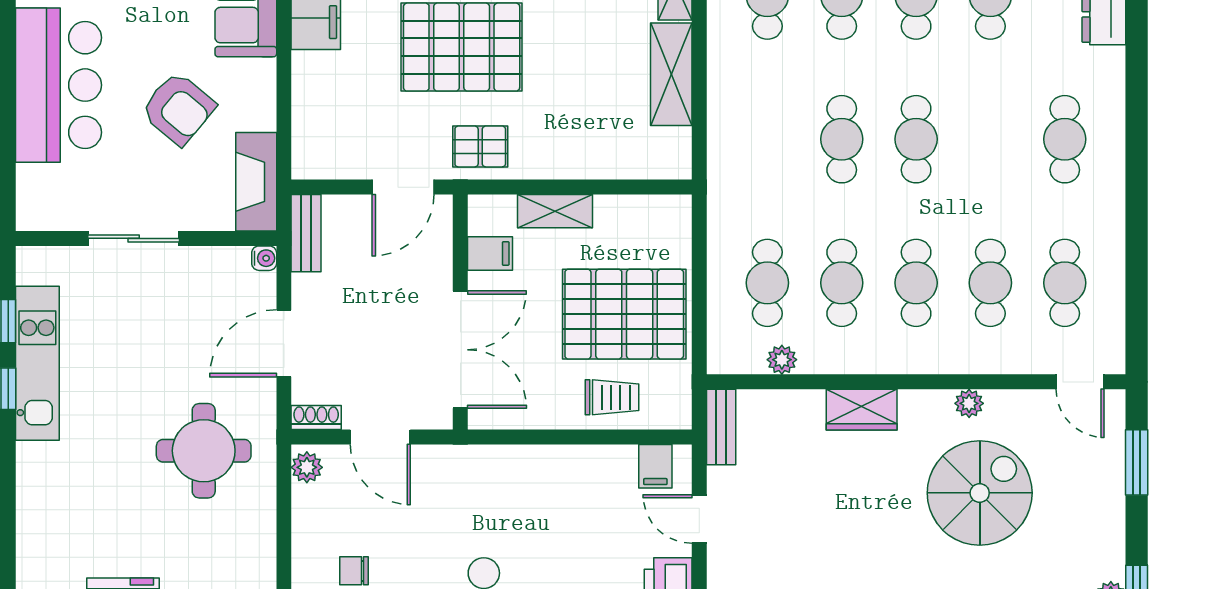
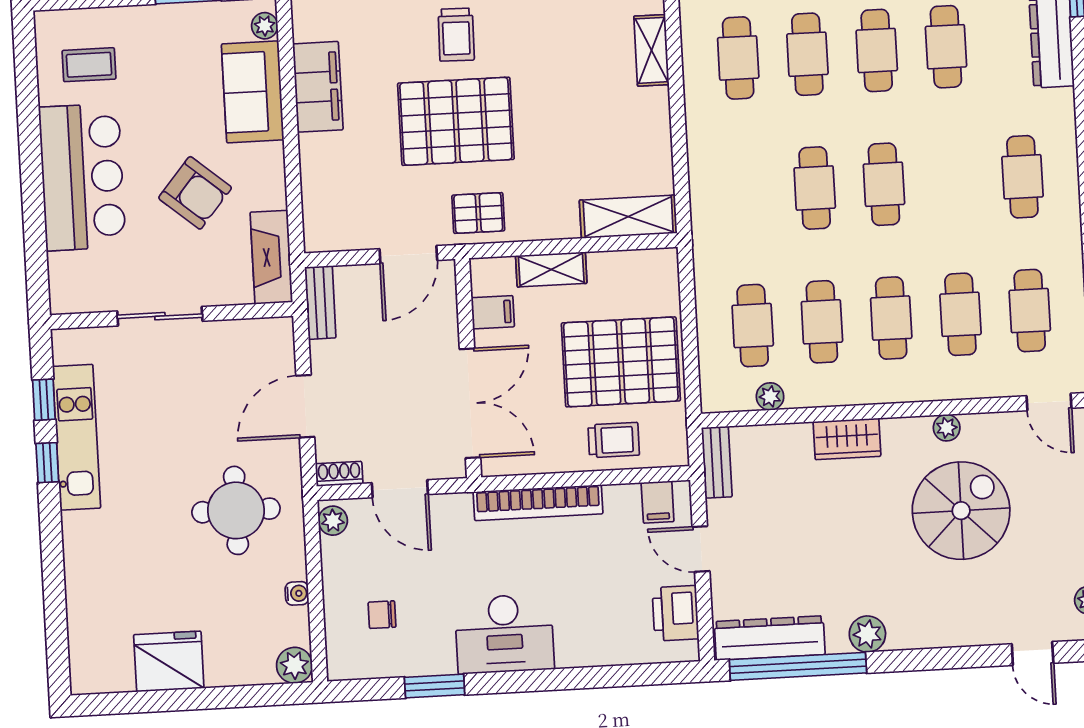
shelving: (671, 74) -> (628, 217), moved, turned 90
water cooler: (264, 258) -> (297, 593), moved
bookcase: (527, 460) -> (538, 503), added

